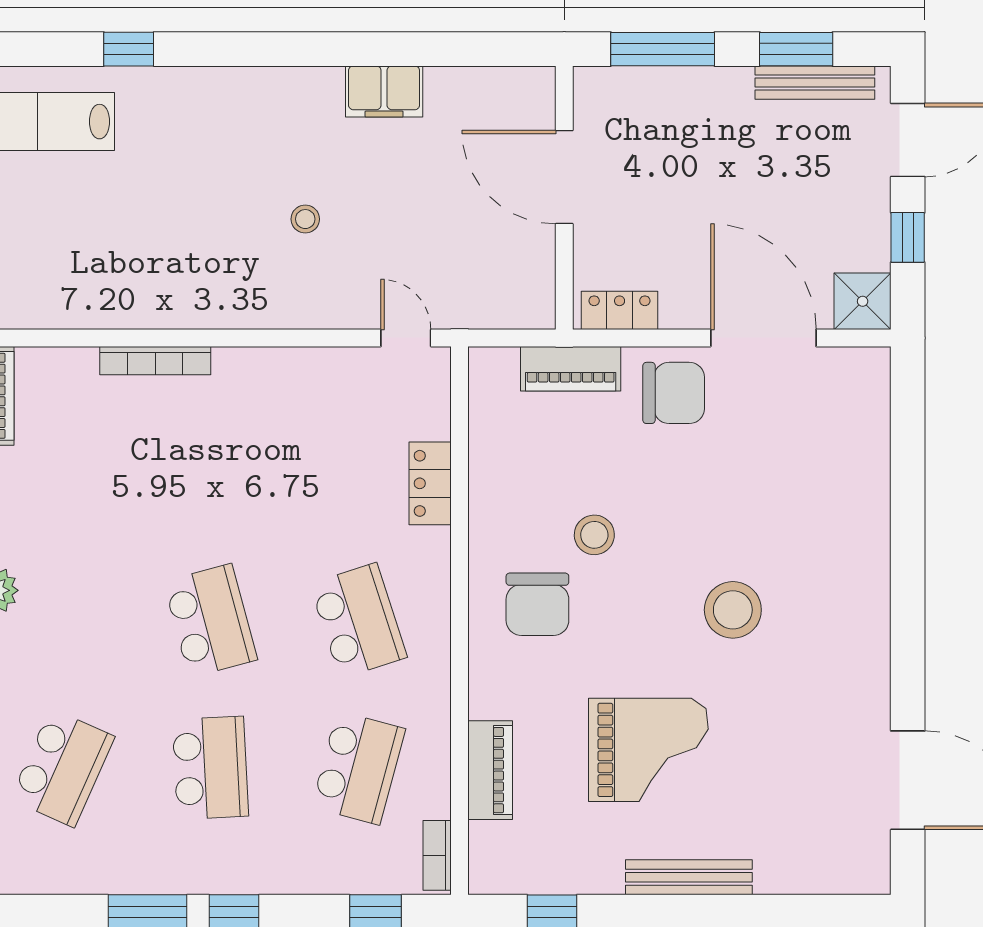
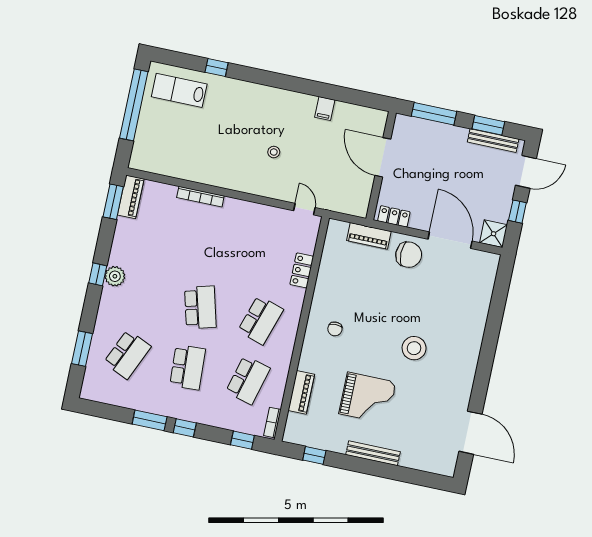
filing cabinet: (384, 91) -> (325, 109), width x0.50
stool: (594, 535) -> (364, 306), removed
chair: (537, 604) -> (335, 329), width x0.54, depth x0.54
school desk: (358, 621) -> (261, 320), turned 36

